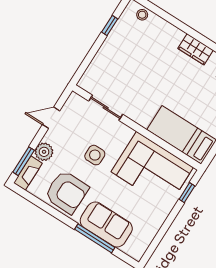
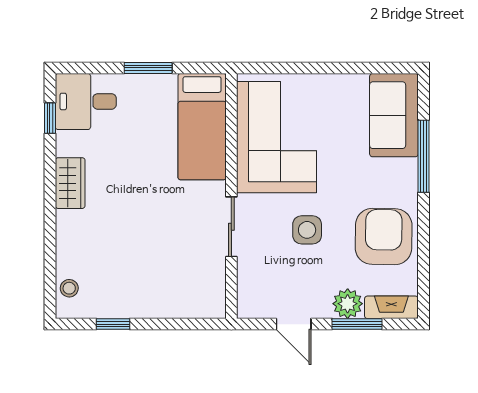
sliding door: (106, 108) -> (231, 227), moved
window: (24, 161) -> (357, 324), moved
window: (187, 193) -> (278, 68), removed
sofa: (106, 225) -> (394, 115), moved

